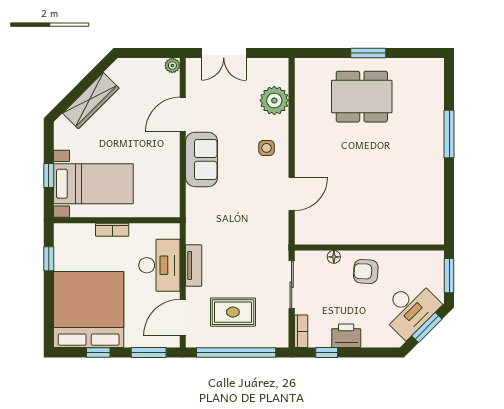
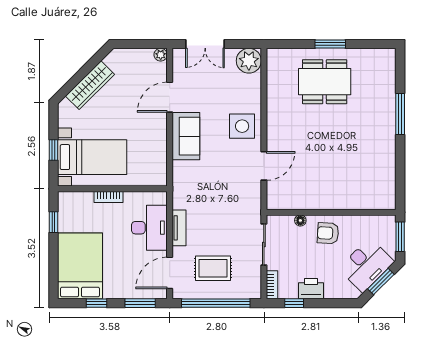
plant: (274, 100) -> (249, 61), moved
side table: (267, 148) -> (242, 126), width x1.87, depth x1.87
bed: (89, 309) -> (80, 266), width x0.73

